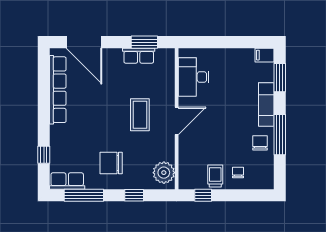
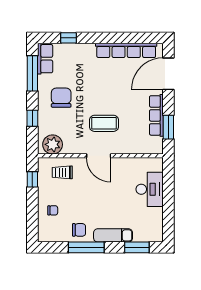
filing cabinet: (264, 55) -> (157, 234), removed
row of seats: (139, 56) -> (156, 115), width x1.48
desk: (194, 77) -> (150, 189), moved, turned 90
trolley: (215, 176) -> (62, 172), moved, turned 180

